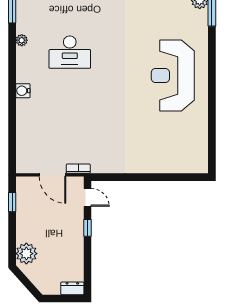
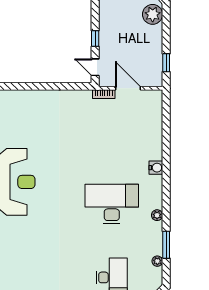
desk: (70, 52) -> (112, 204), width x1.36, depth x1.30

